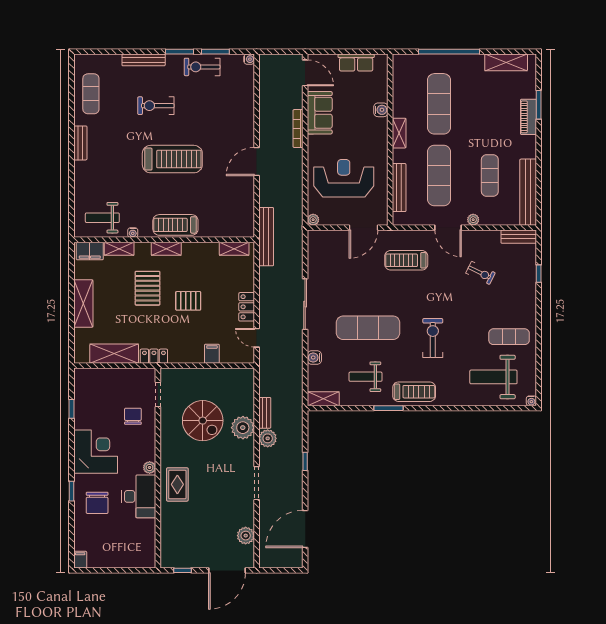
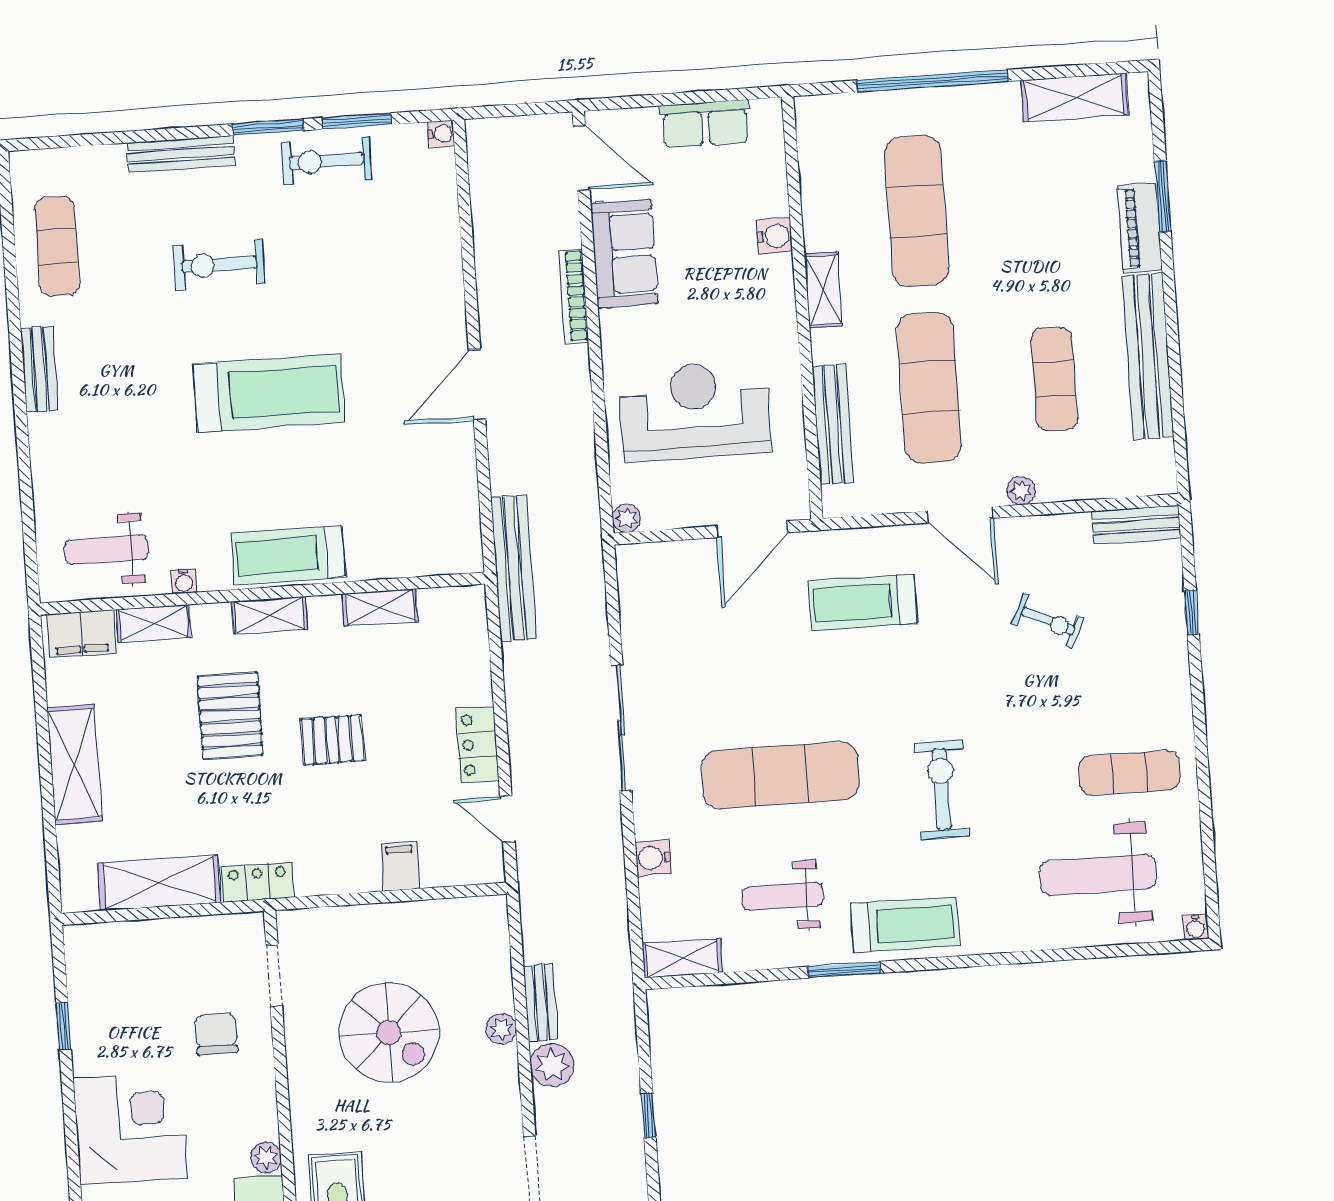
bench: (528, 192) -> (1148, 356), moved
shelving: (234, 249) -> (380, 607), moved
plant: (243, 428) -> (501, 1029), width x0.53, depth x0.53

